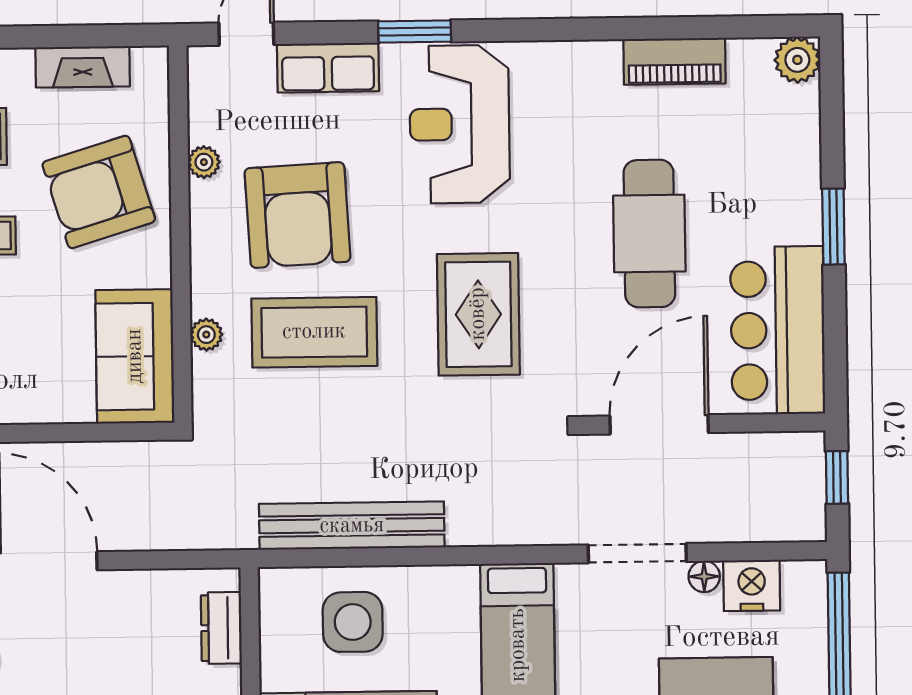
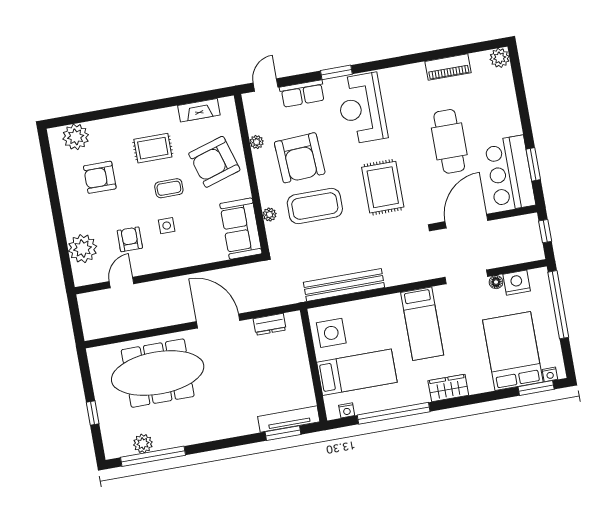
window: (833, 227) -> (533, 164), moved
side table: (353, 622) -> (331, 333), moved
dresser: (221, 628) -> (270, 324), moved, turned -90

